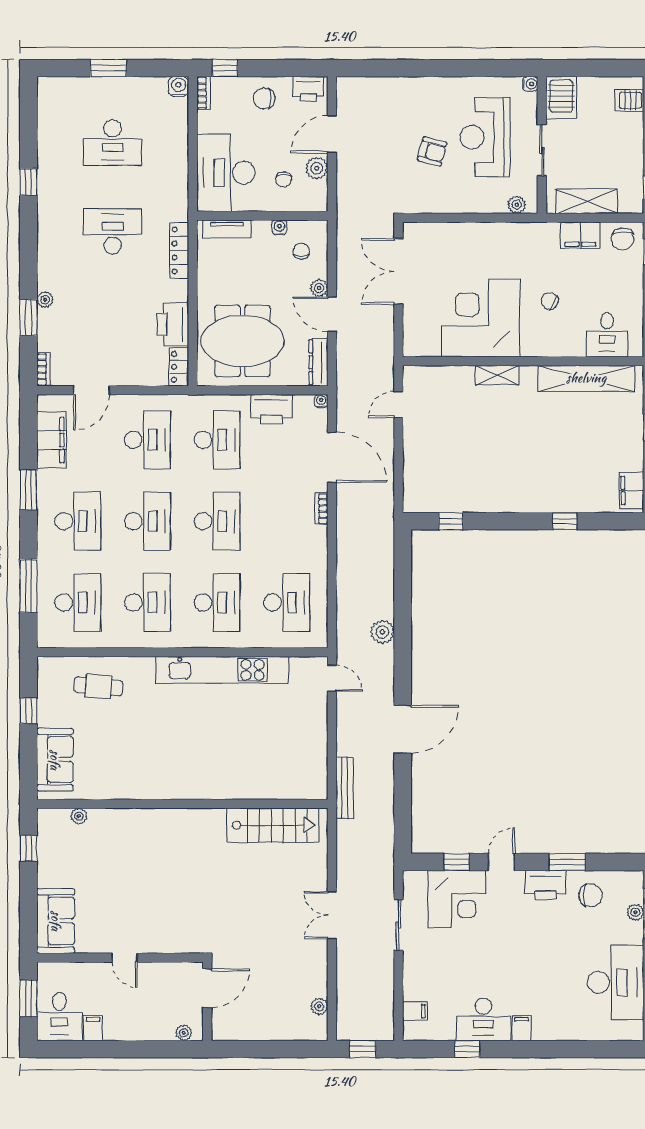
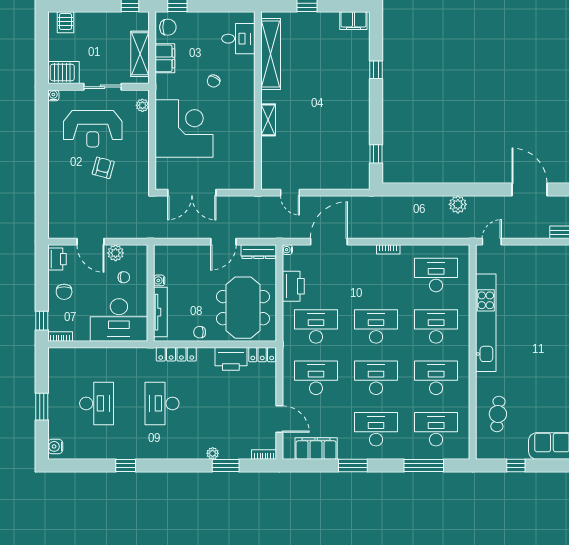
water cooler: (178, 86) -> (55, 446), moved
tv unit: (227, 229) -> (160, 312), width x1.41
chair: (301, 251) -> (200, 332), moved
plant: (319, 288) -> (204, 251), removed
corner desk: (481, 318) -> (184, 129), moved, turned 180
bookcase: (321, 509) -> (388, 249), moved

